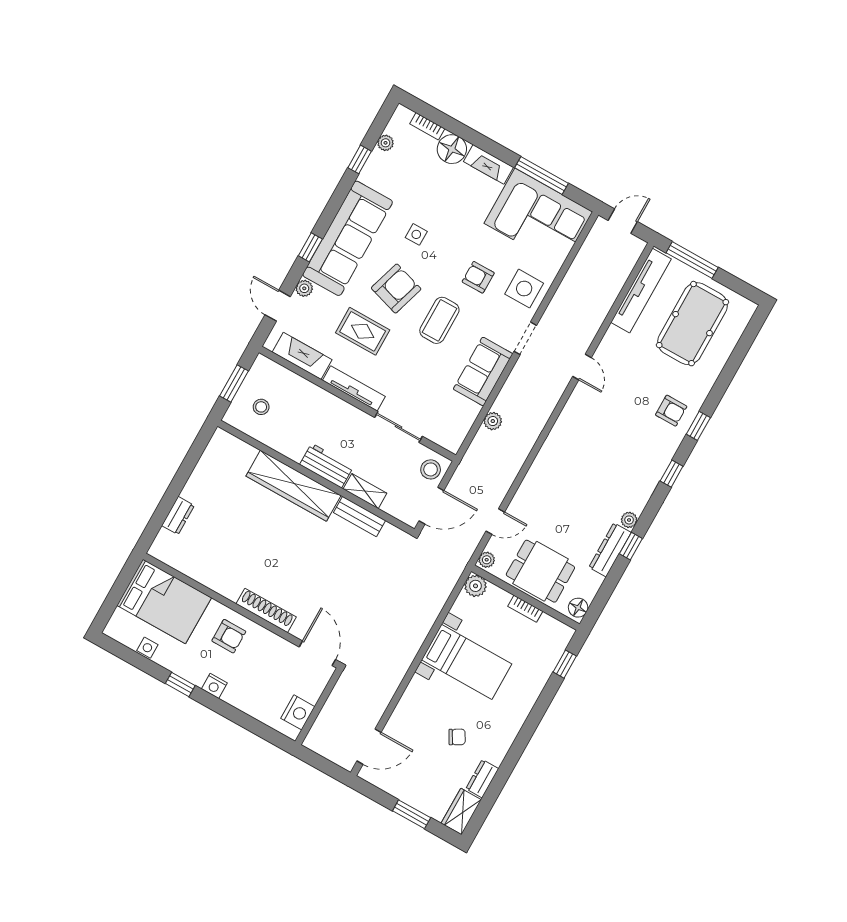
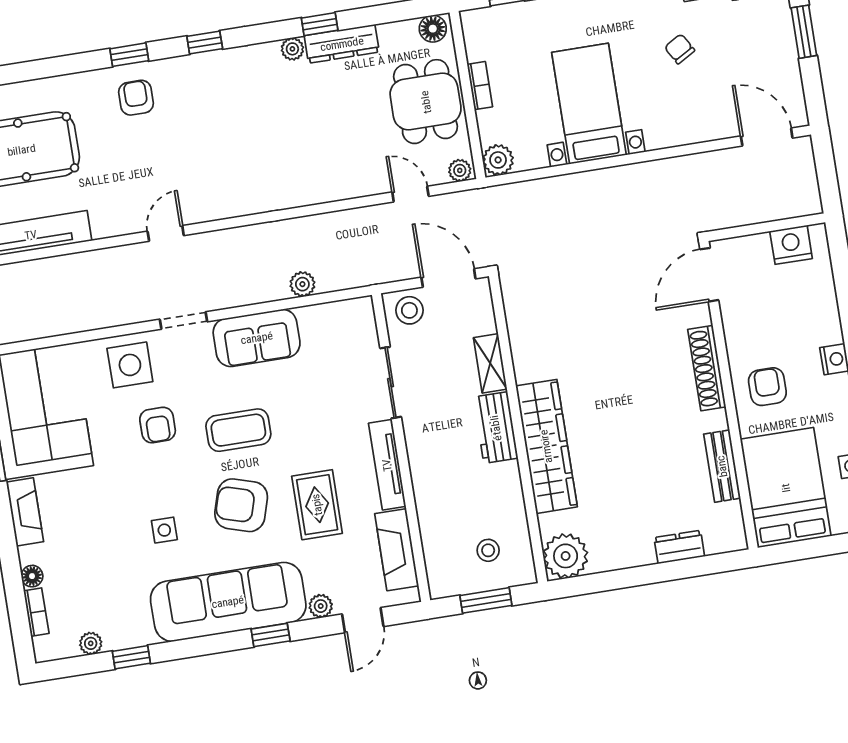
floor lamp: (452, 149) -> (32, 576), width x0.53, depth x0.53
plant: (224, 448) -> (566, 556), added
bench: (359, 516) -> (722, 466), moved

